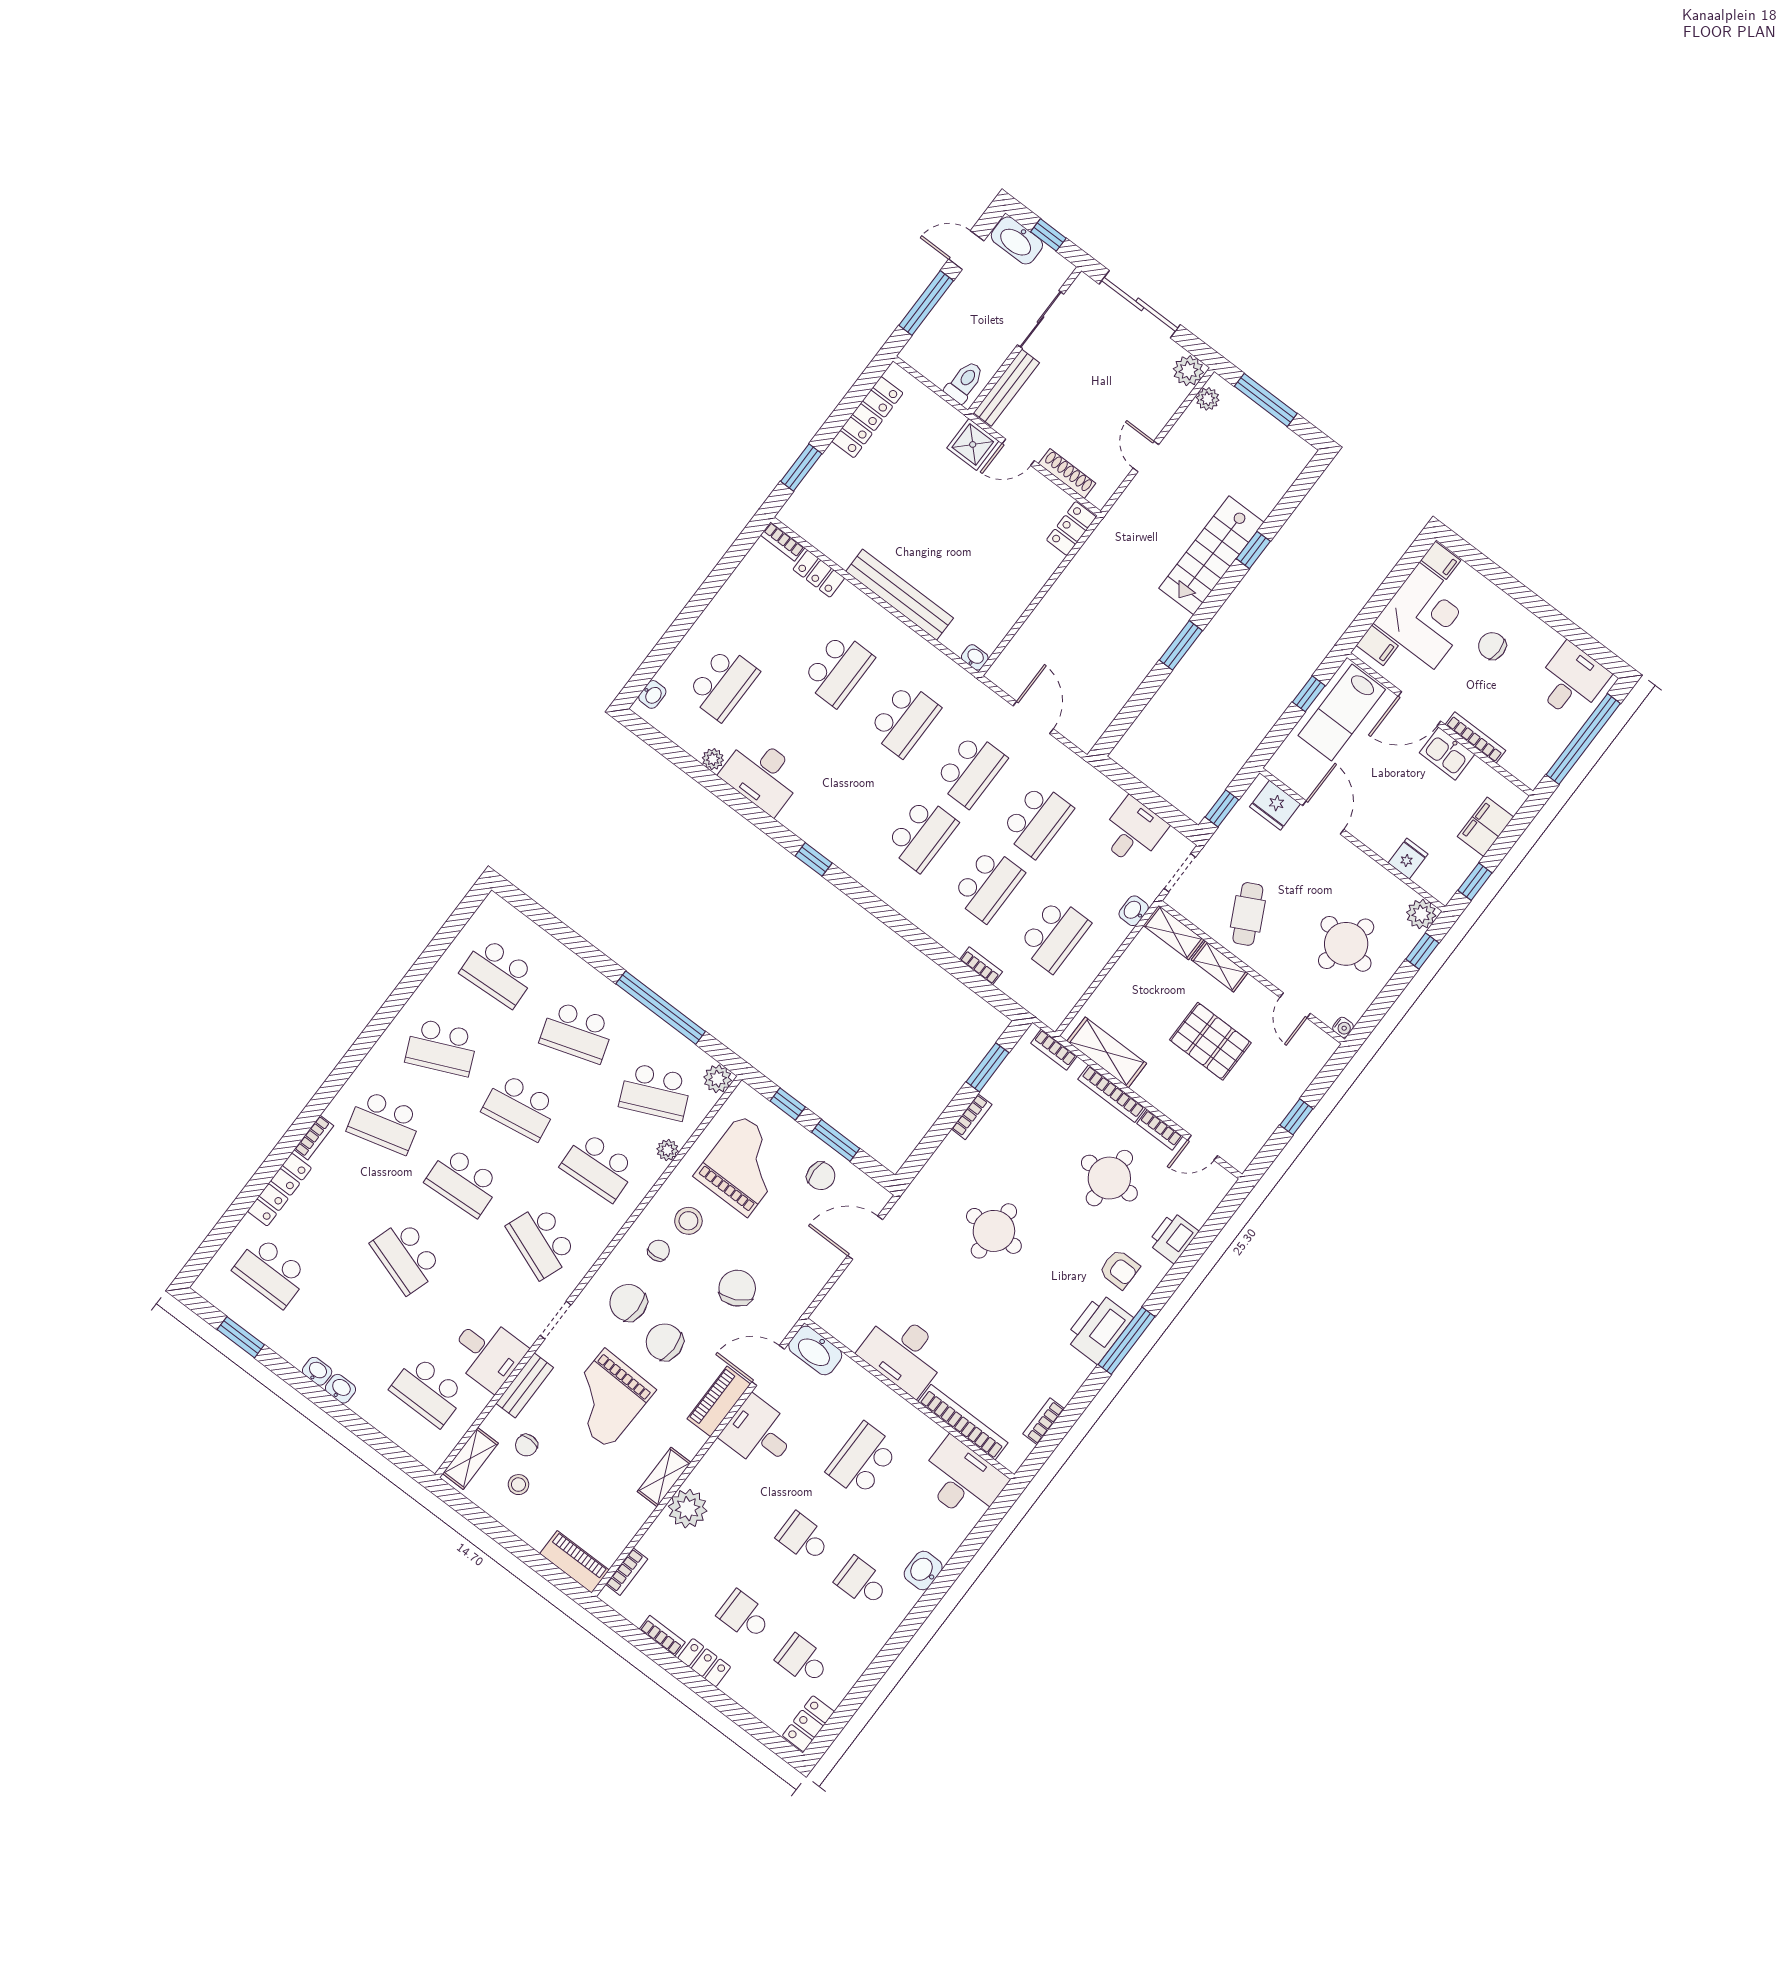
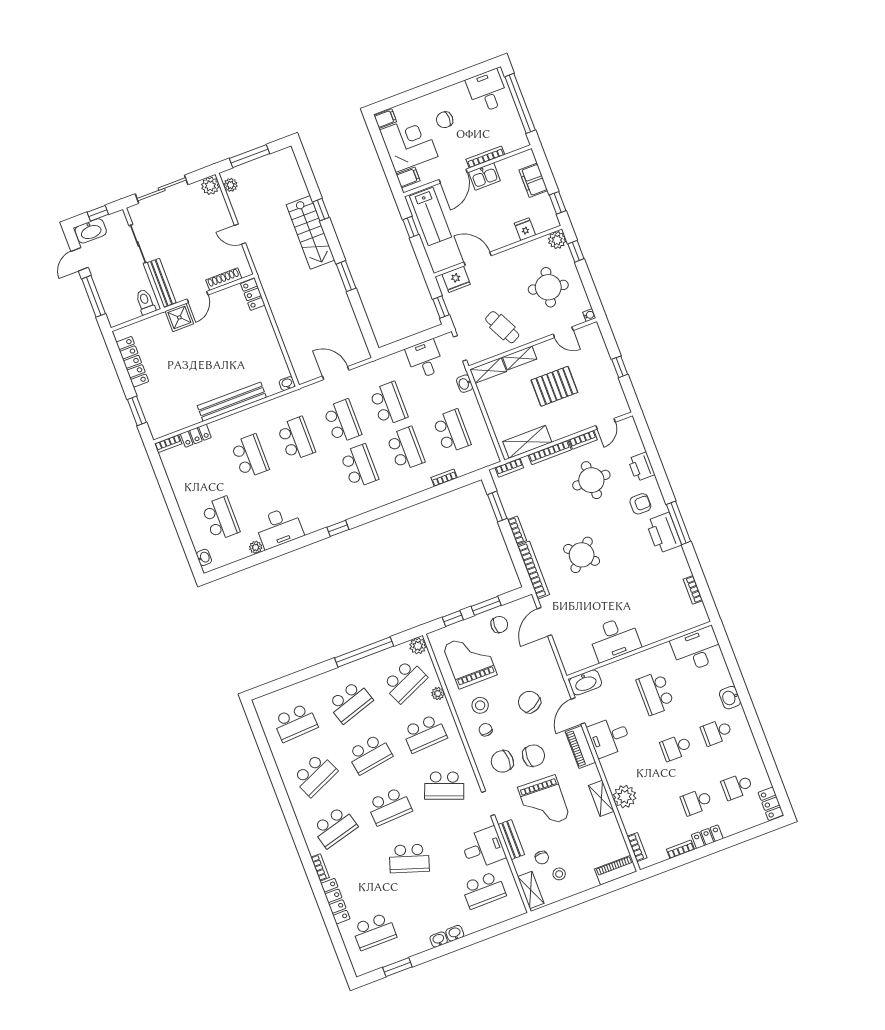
round table: (994, 1231) -> (582, 555), turned 45
chair: (665, 1342) -> (534, 756), turned 180
bookcase: (963, 1422) -> (533, 570), moved, turned 90

